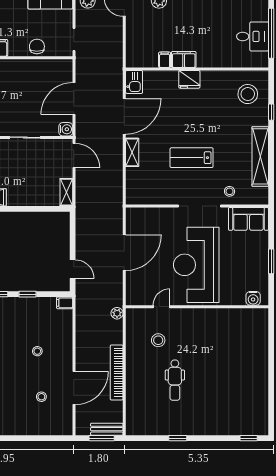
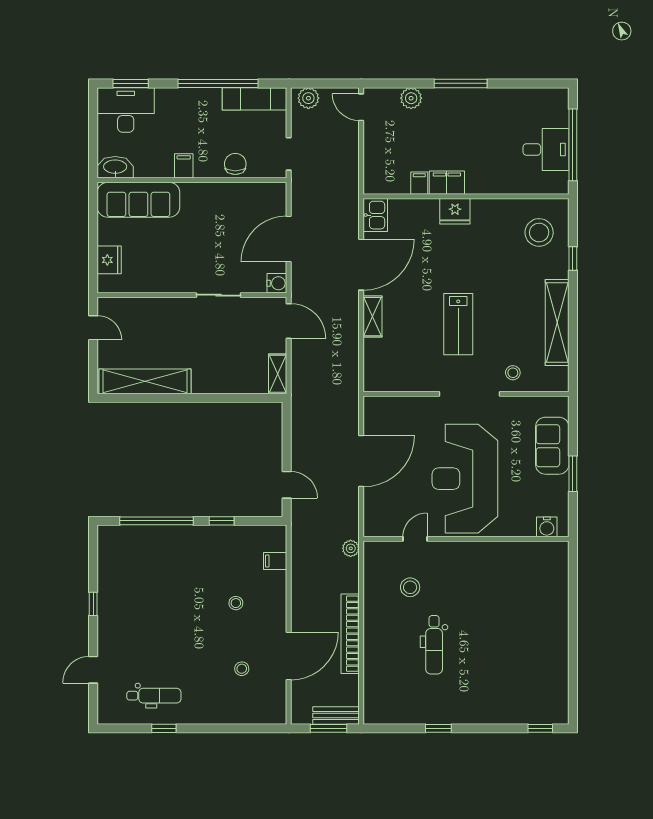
lab bench: (192, 158) -> (458, 324), turned -90
sofa: (248, 219) -> (552, 446), moved, turned 90
filing cabinet: (65, 303) -> (275, 561), moved

